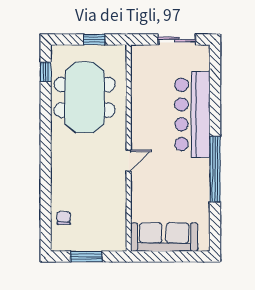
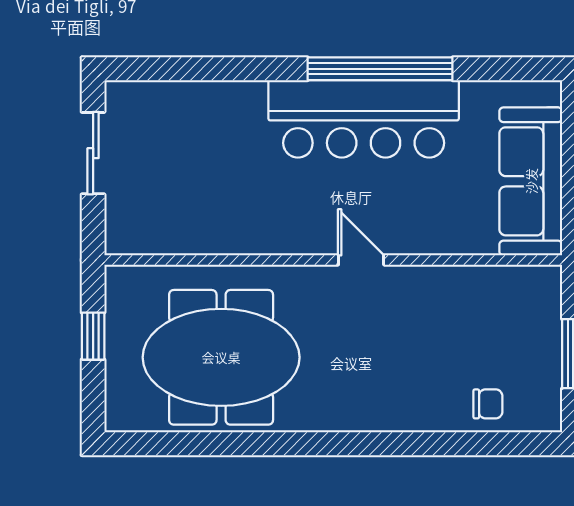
window: (46, 72) -> (164, 444), removed
bar counter: (192, 114) -> (364, 119), moved
chair: (64, 218) -> (488, 404), turned 180

